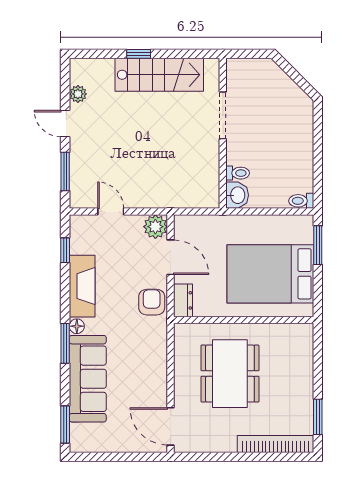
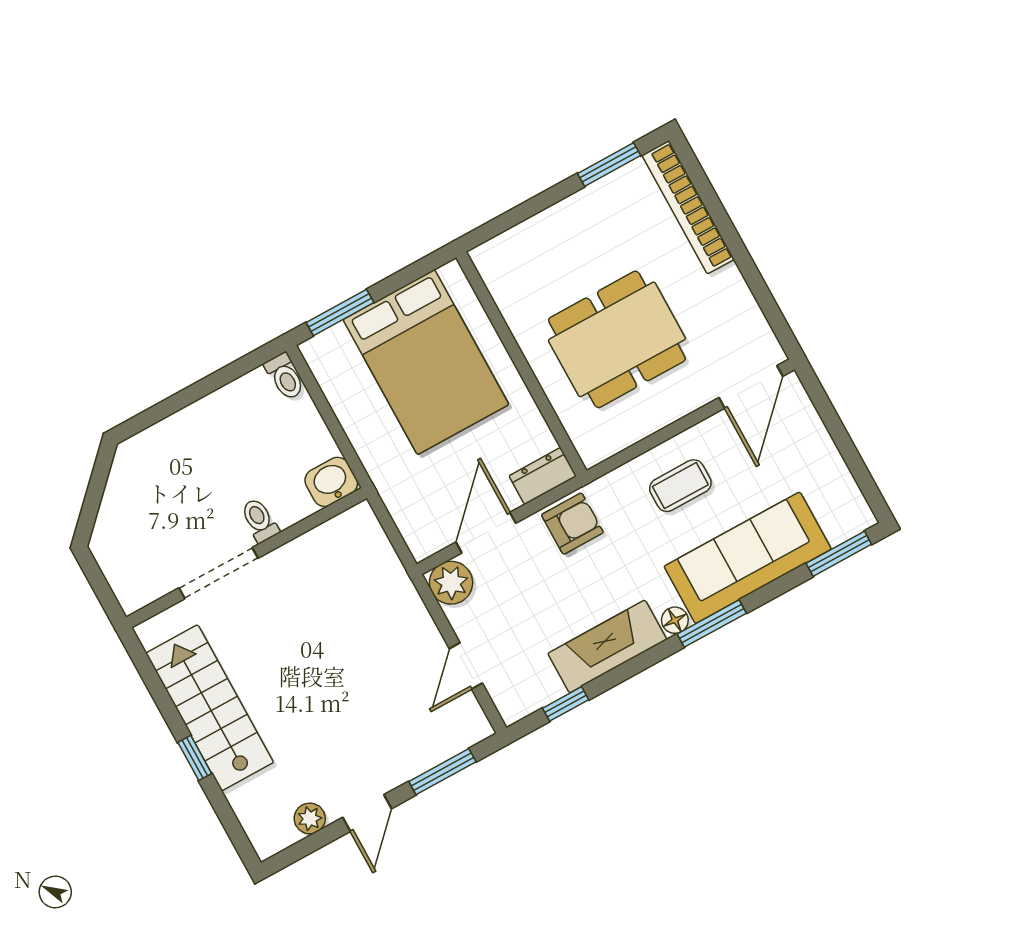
toilet: (238, 173) -> (260, 520), moved
armchair: (152, 302) -> (572, 524), turned 180
coffee table: (141, 365) -> (680, 486), added

